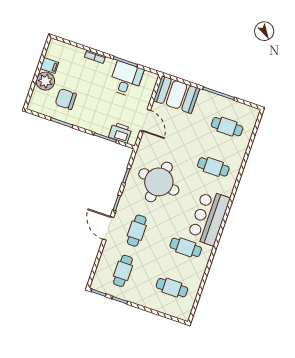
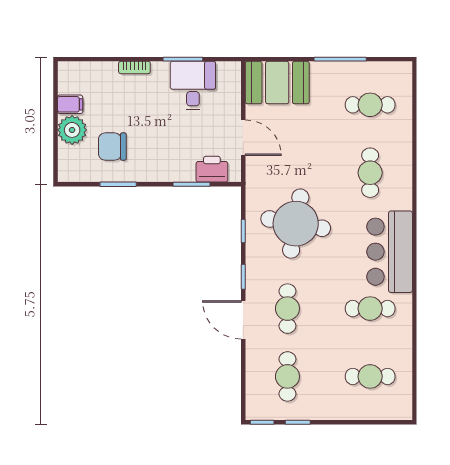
cafe table: (213, 167) -> (370, 173), turned 90

